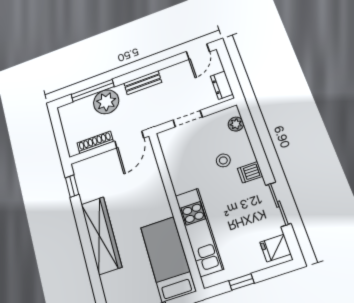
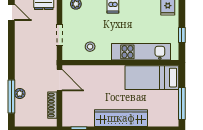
bench: (143, 83) -> (20, 58), removed
plant: (106, 102) -> (20, 93), width x0.53, depth x0.53
stool: (223, 160) -> (90, 47), moved

